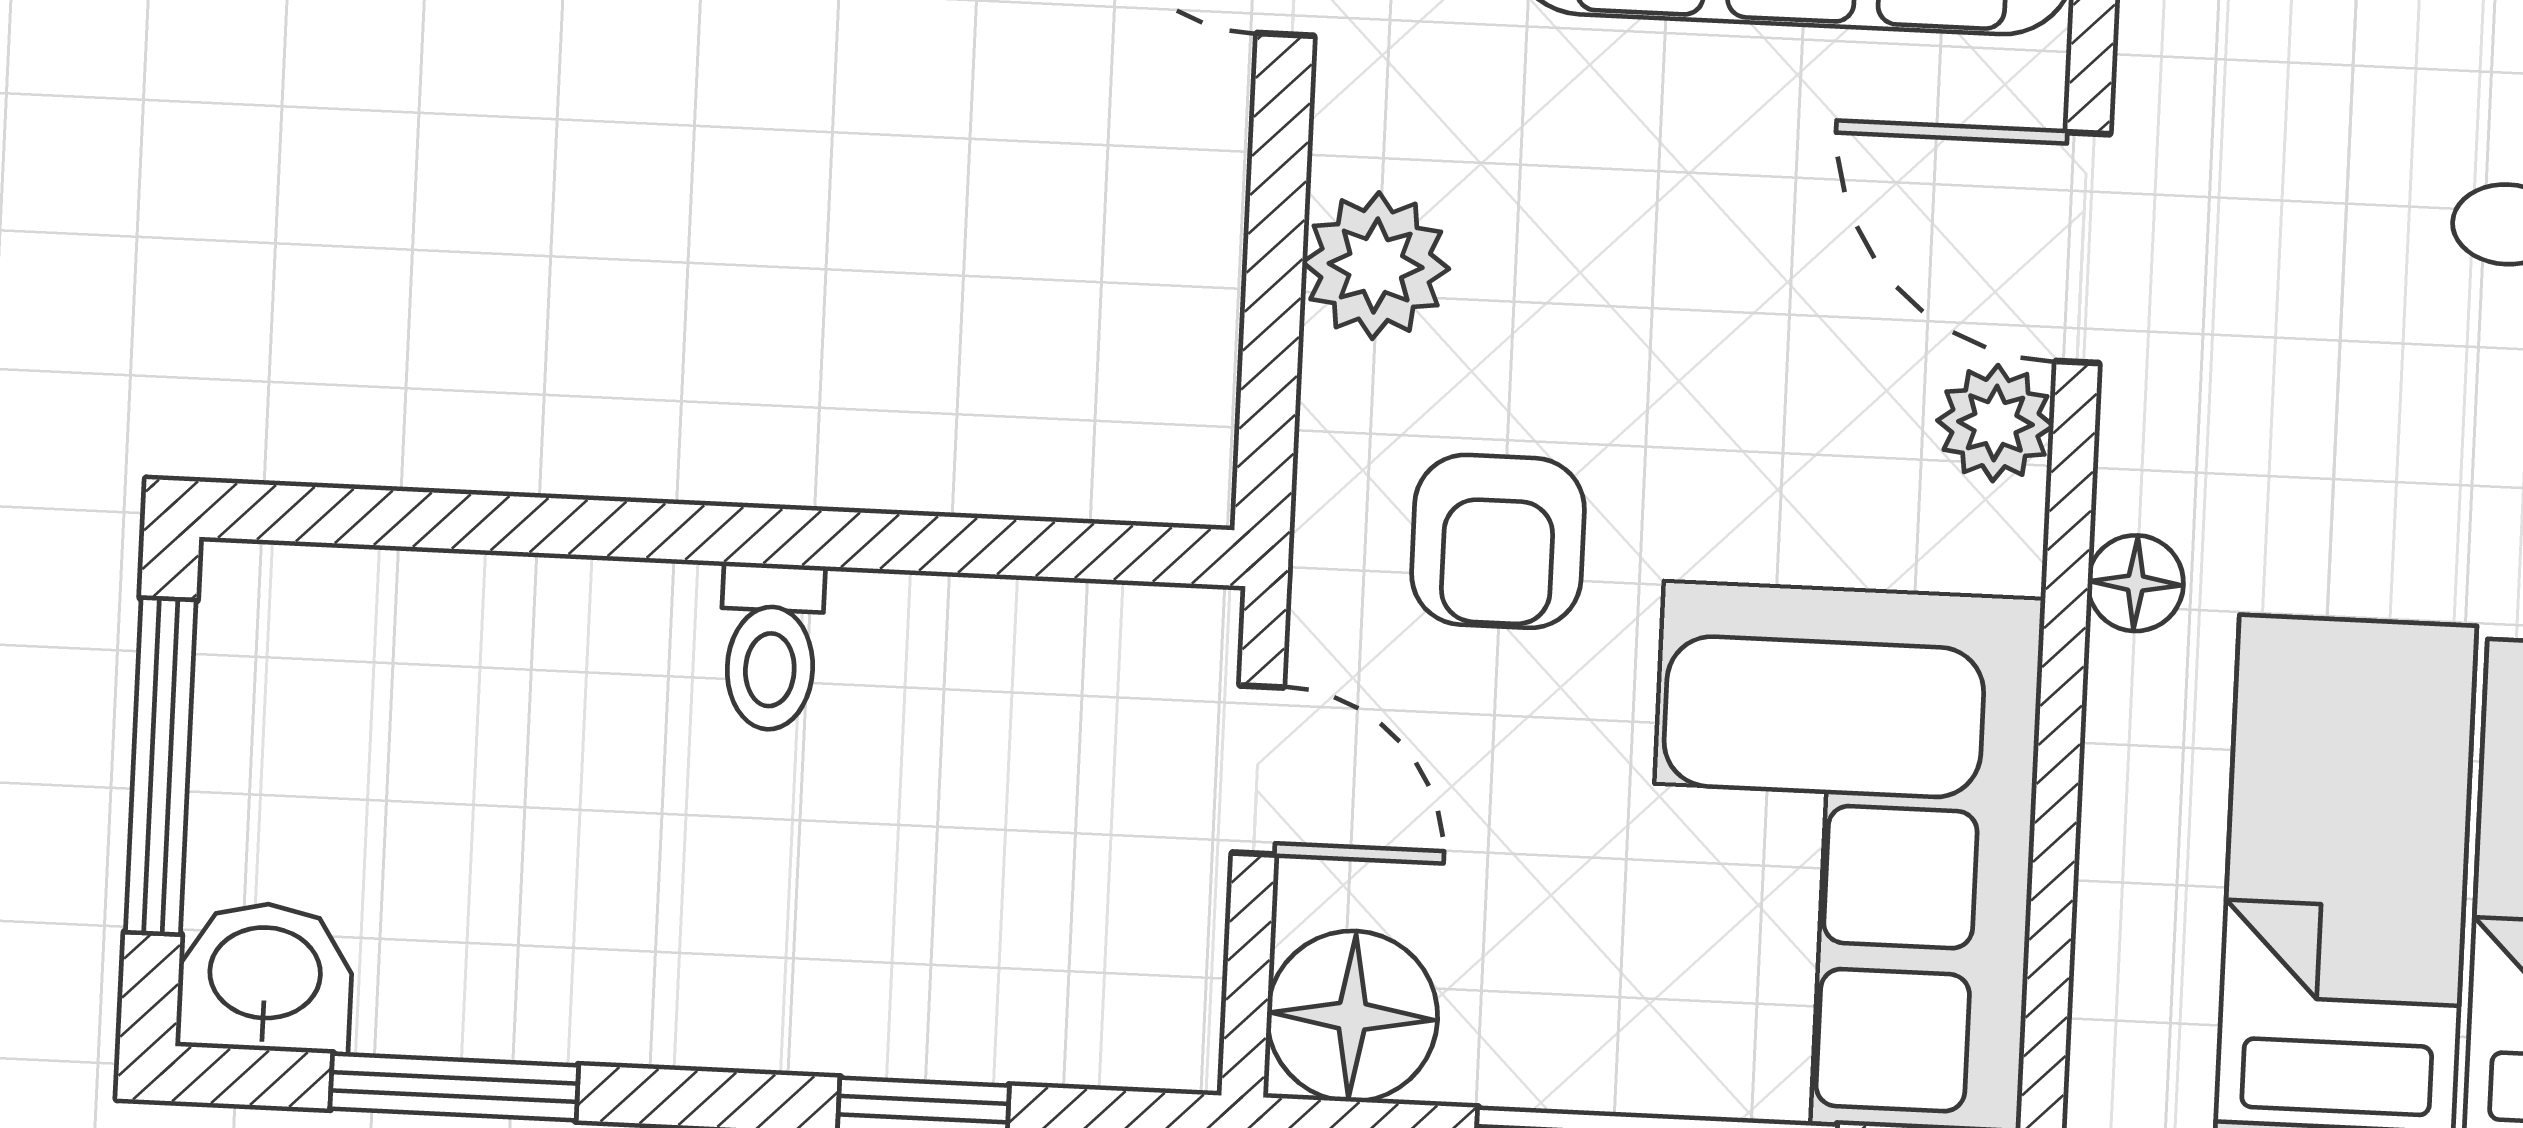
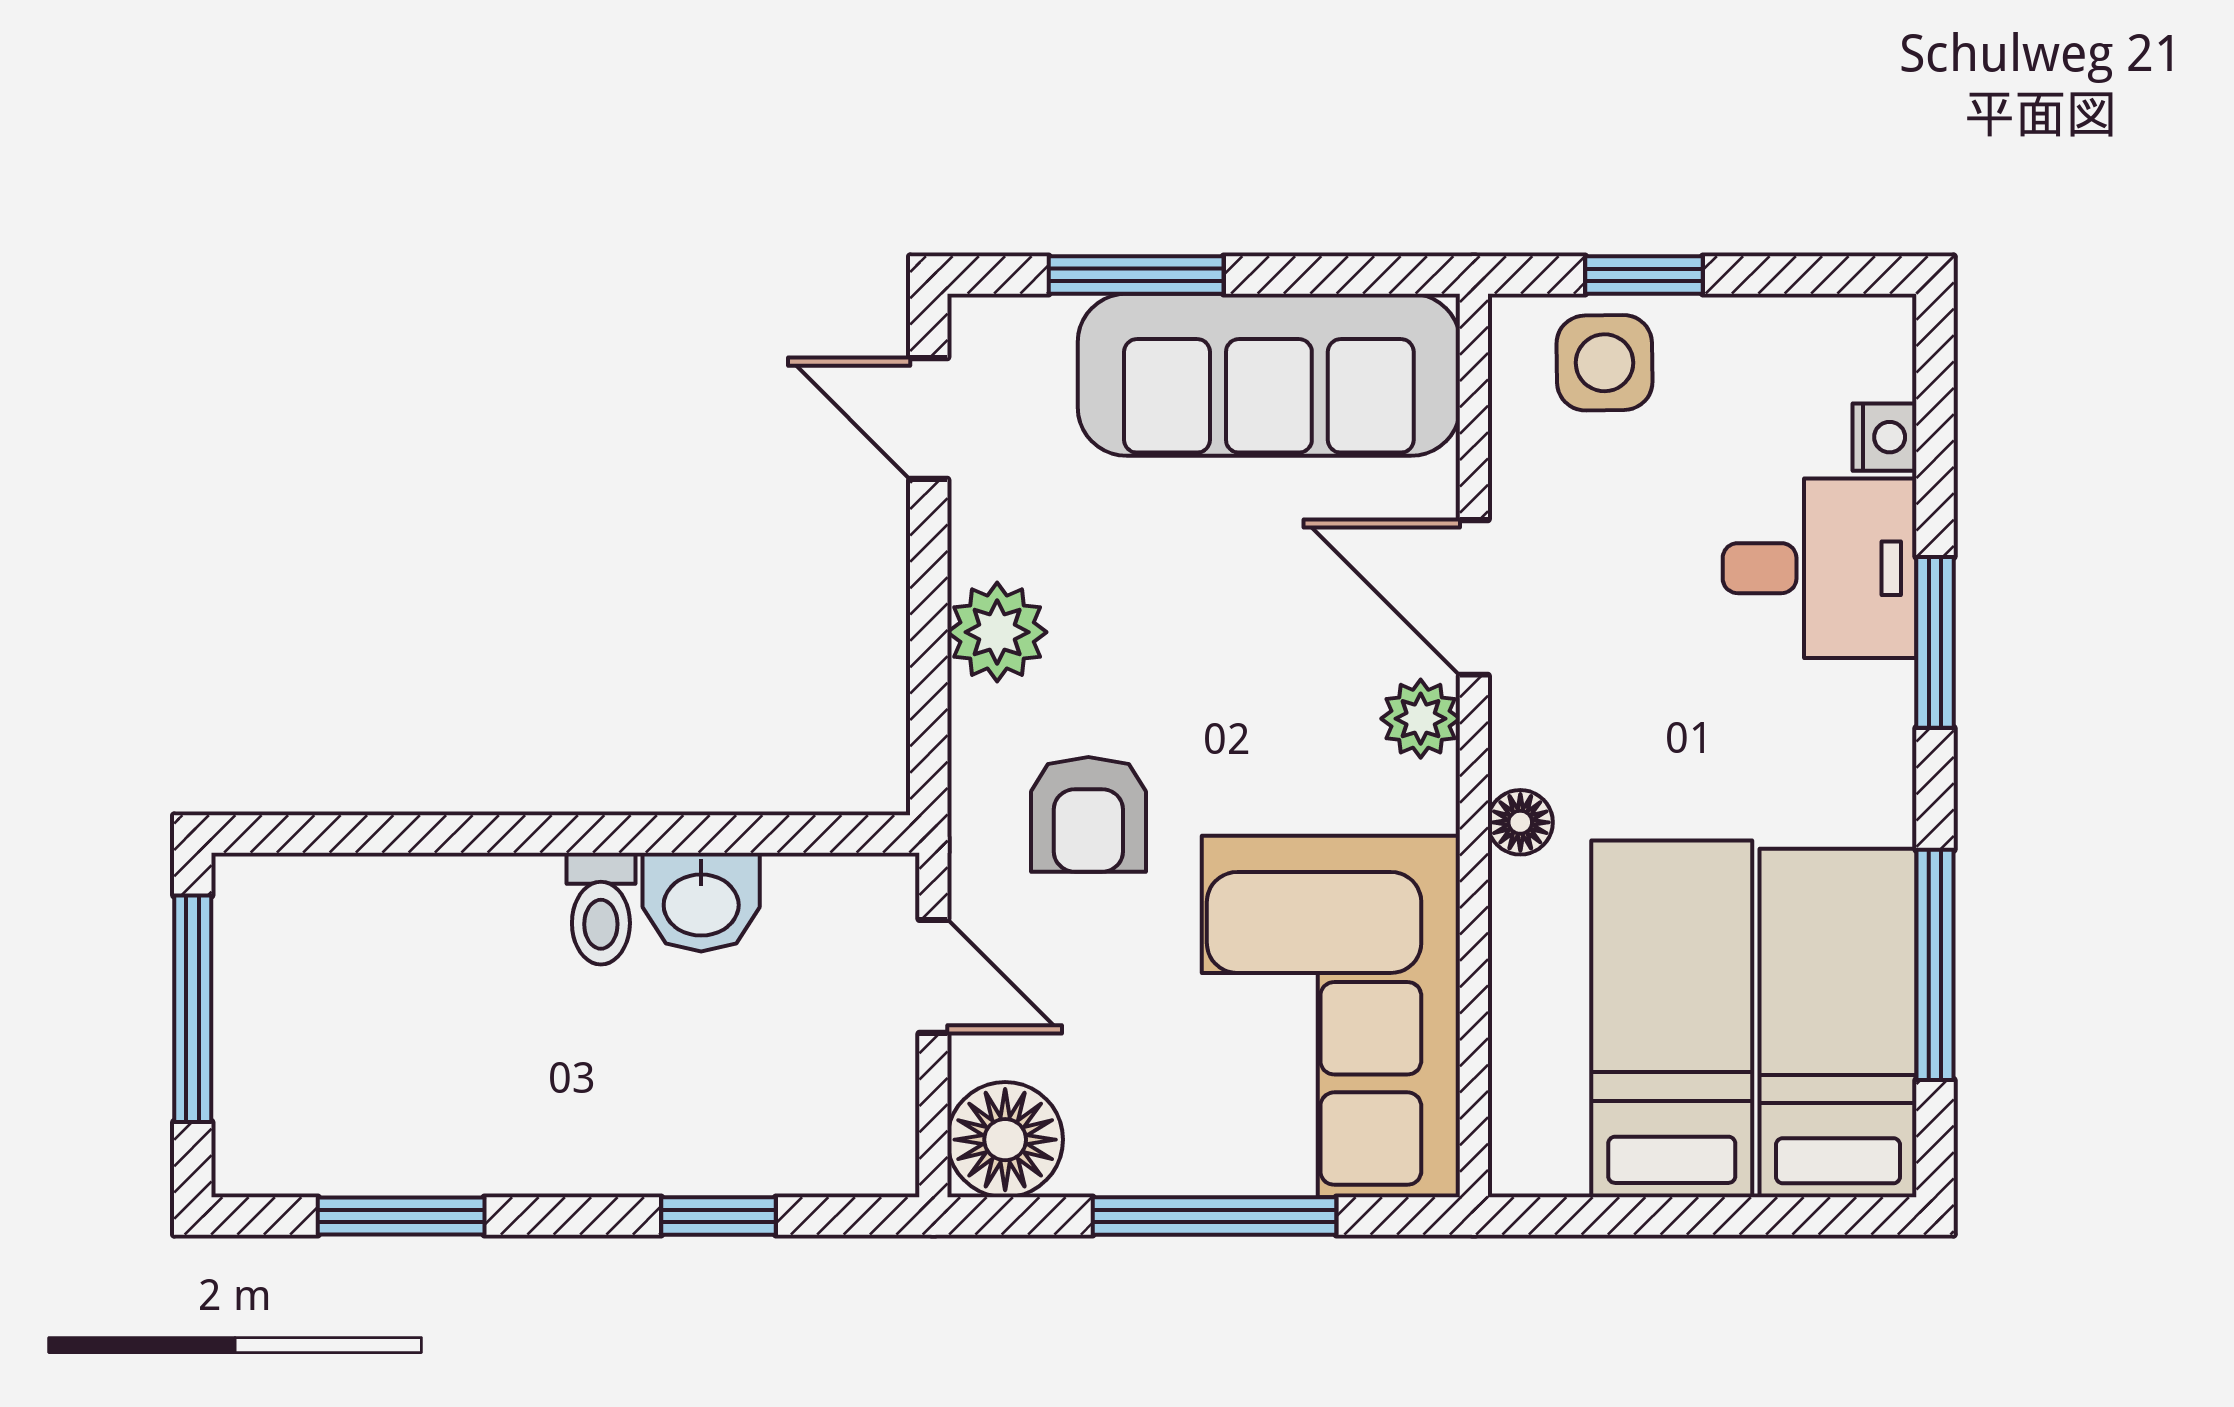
washbasin: (265, 977) -> (701, 902), moved, turned 180

